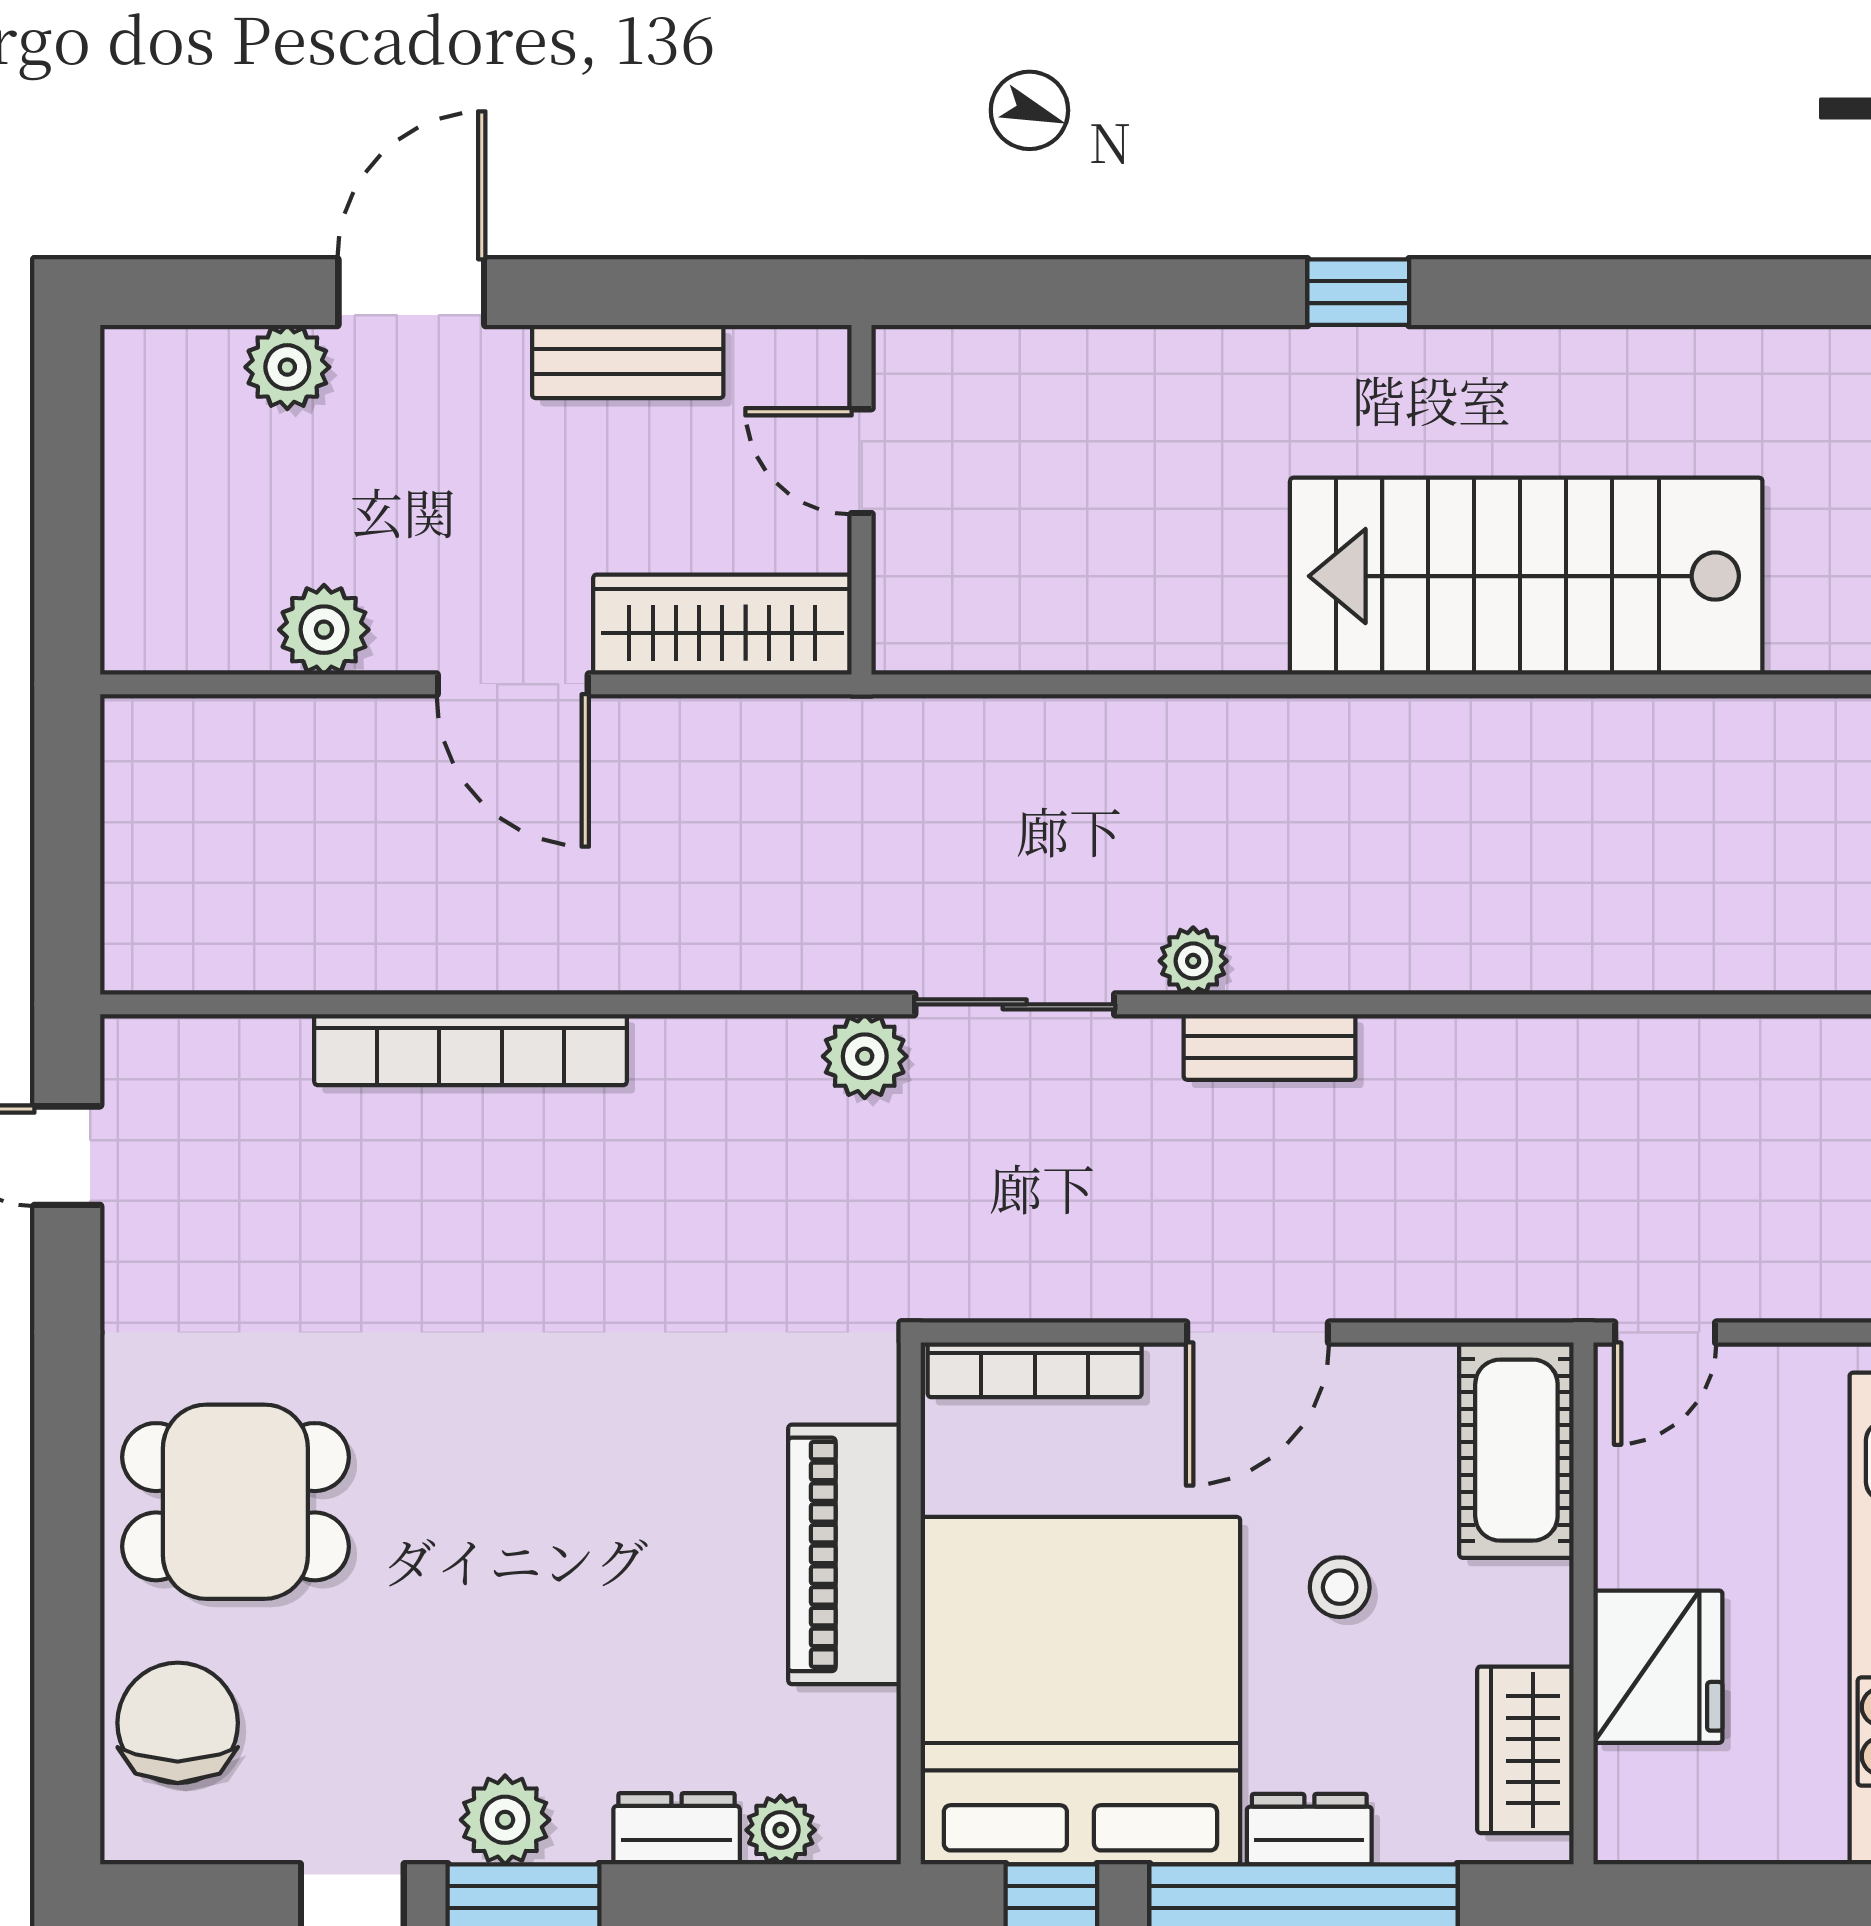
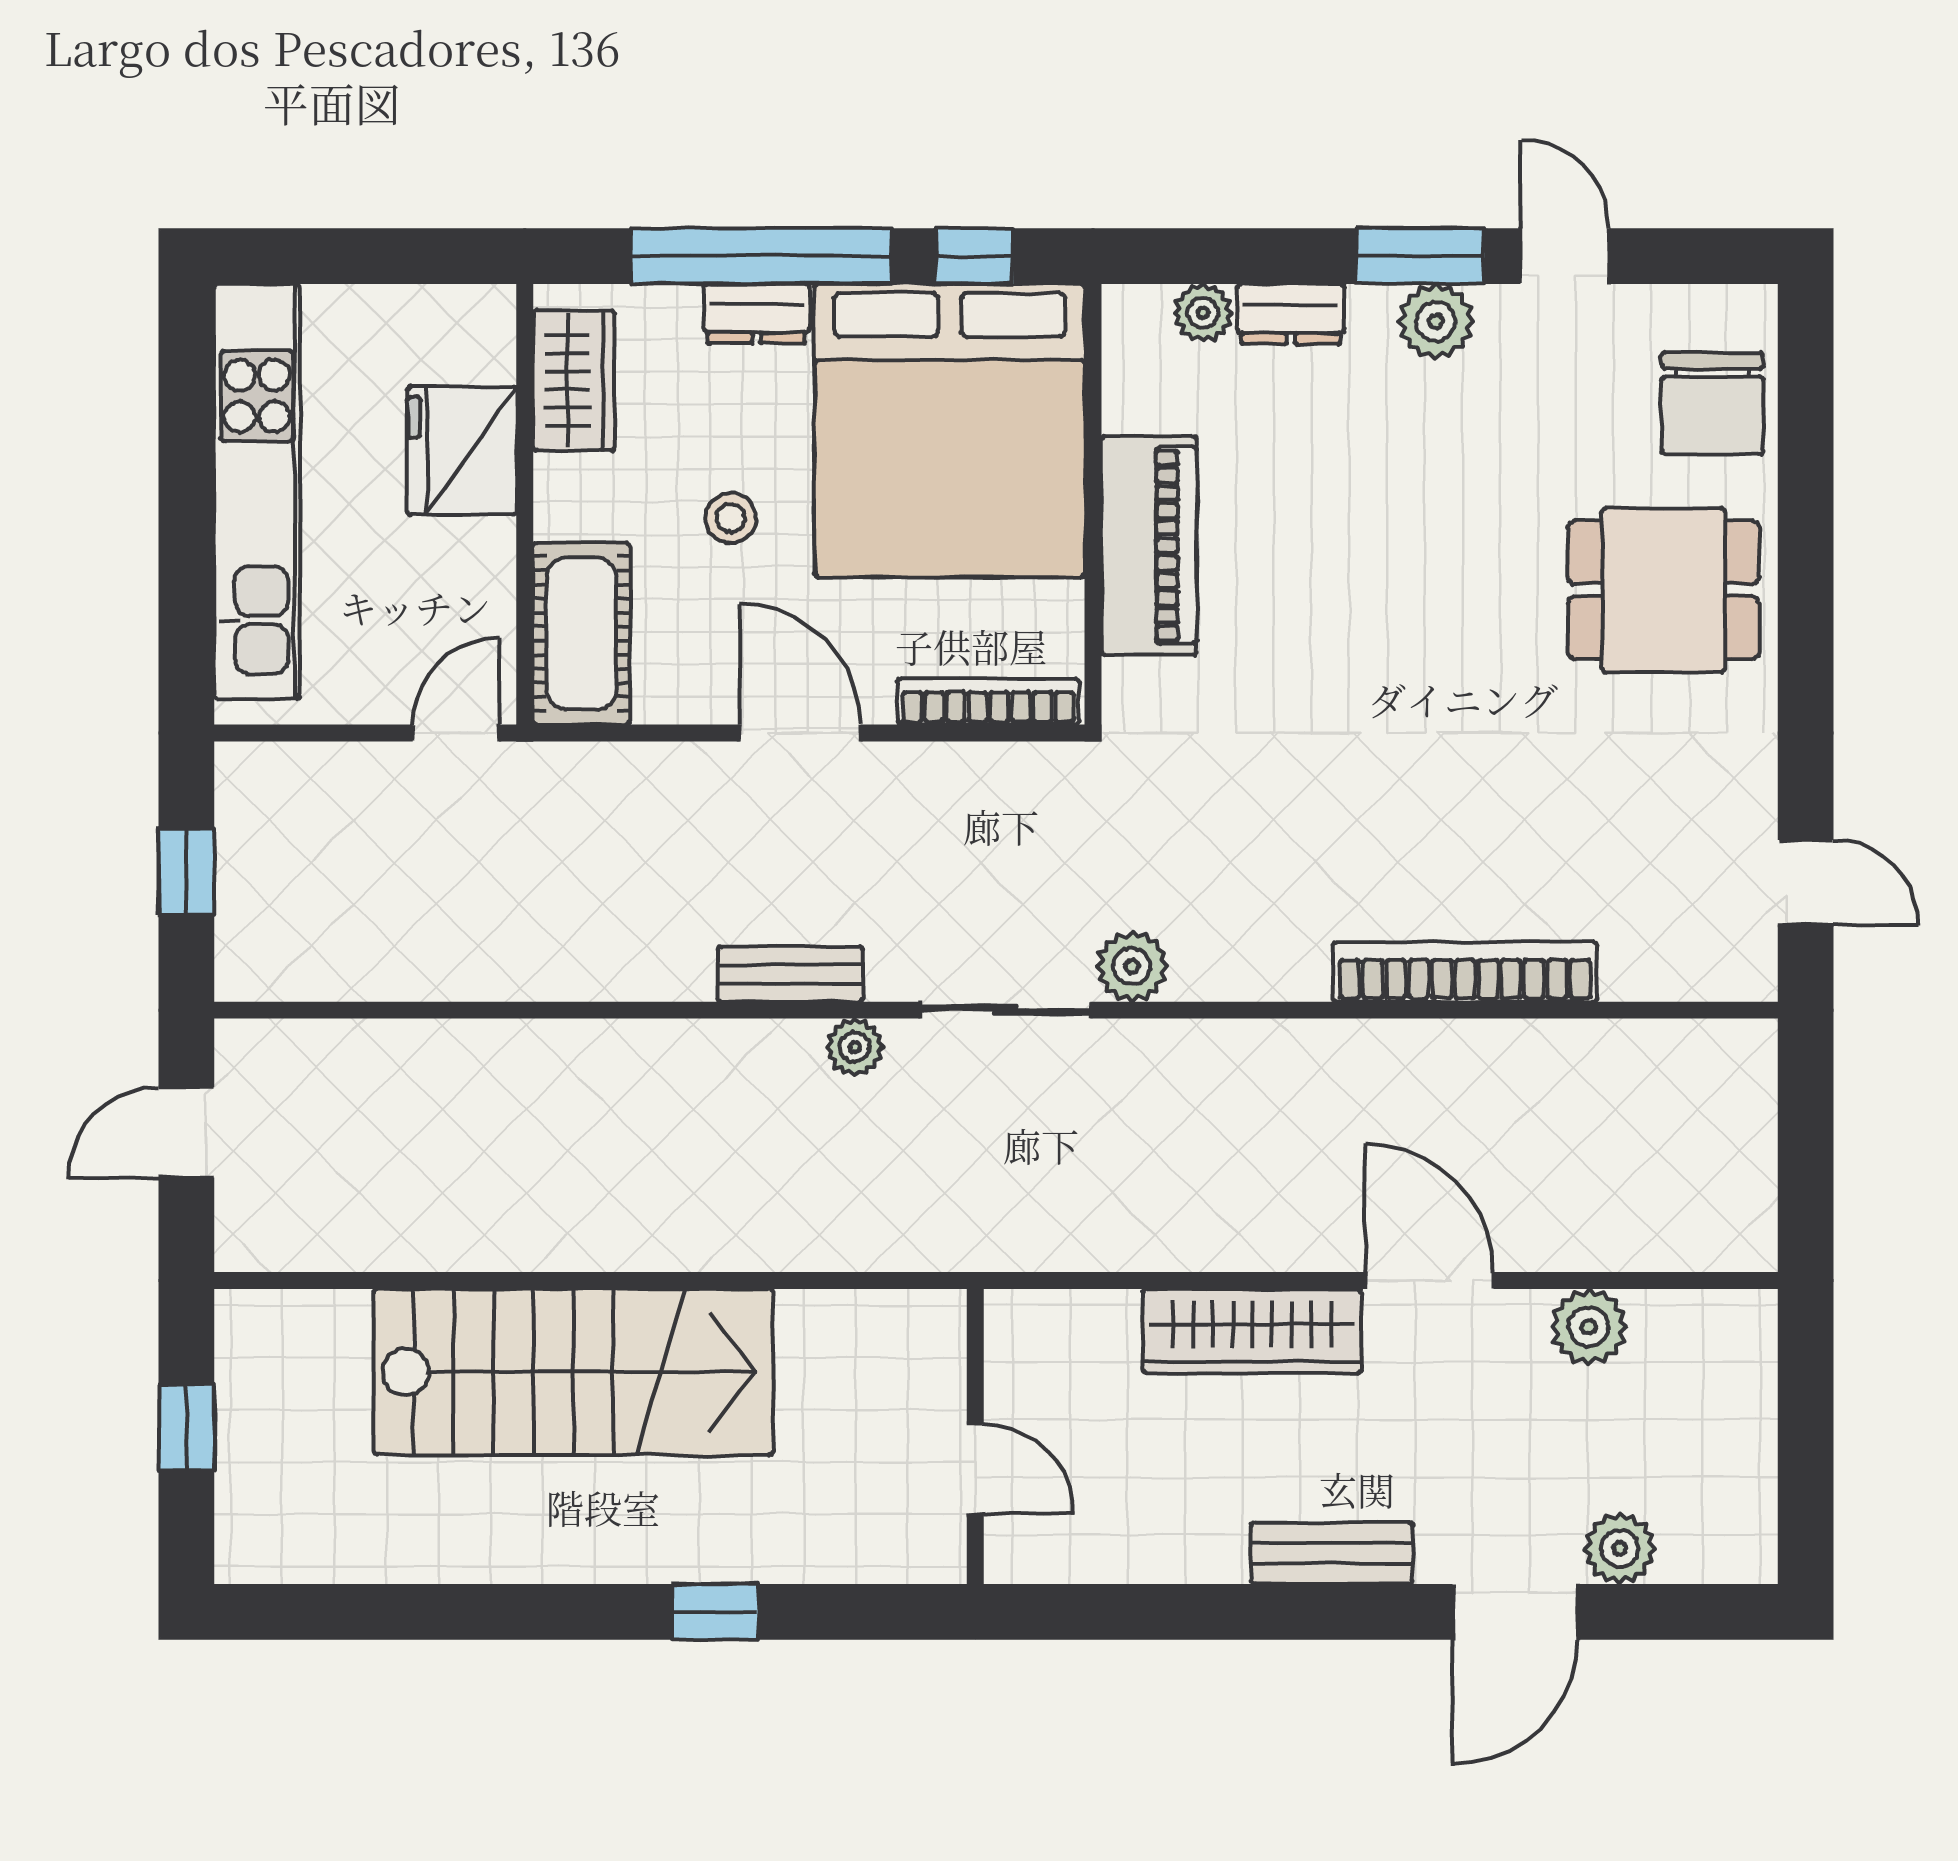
door: (862, 461) -> (975, 1469), moved
wall: (862, 500) -> (975, 1436), moved
door: (1258, 1333) -> (800, 733), hinge flipped

